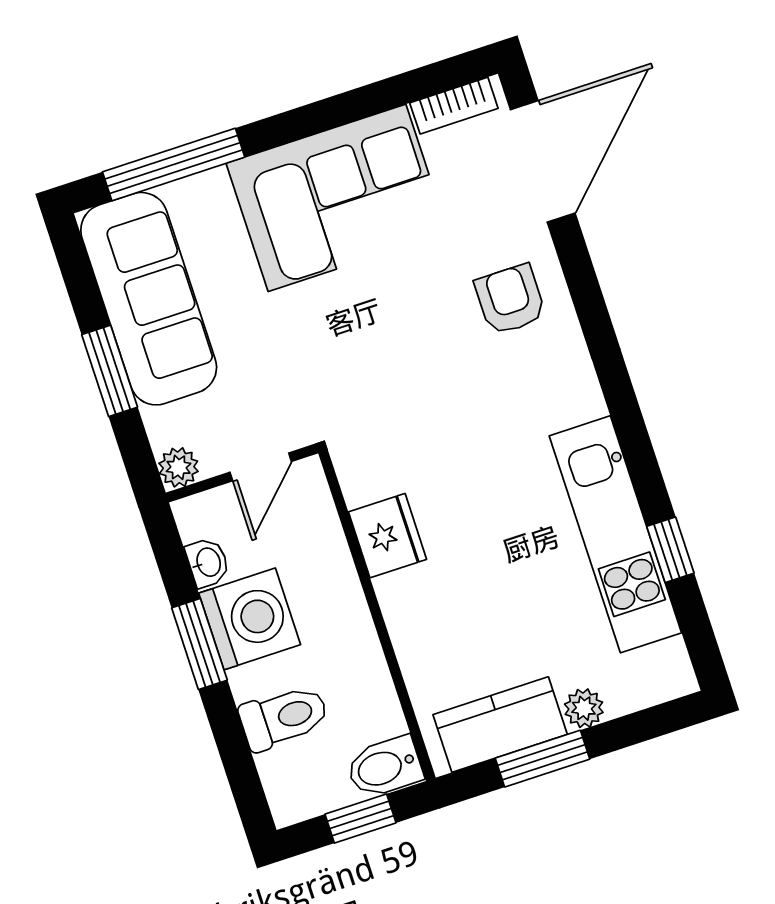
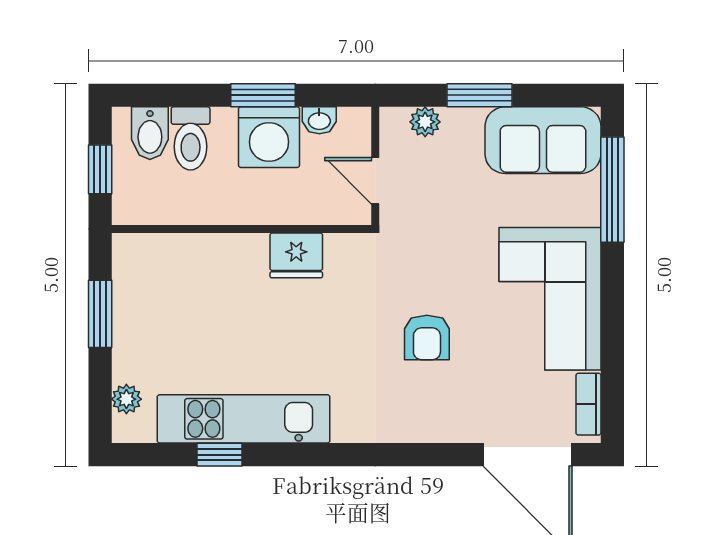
sofa: (149, 299) -> (543, 140), width x0.73
armchair: (510, 299) -> (427, 338), moved, turned 90
plant: (179, 467) -> (425, 122), moved
plant: (584, 708) -> (126, 399), moved
kitchen counter: (500, 725) -> (134, 292), removed
bidet: (384, 767) -> (150, 133), moved, turned 180

